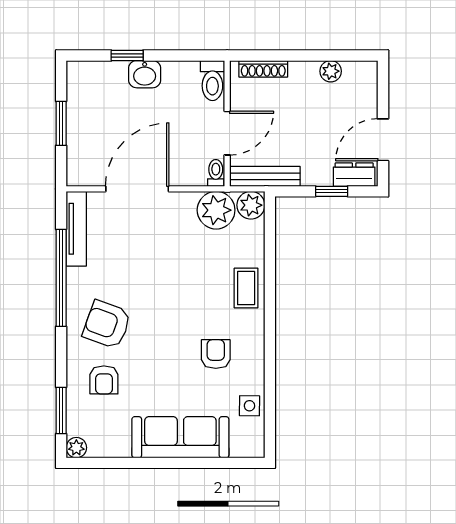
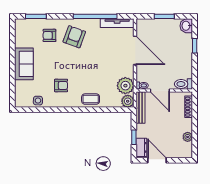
washbasin: (145, 74) -> (186, 26), moved
sofa: (180, 437) -> (24, 64), width x0.73
plant: (76, 448) -> (19, 23), removed

